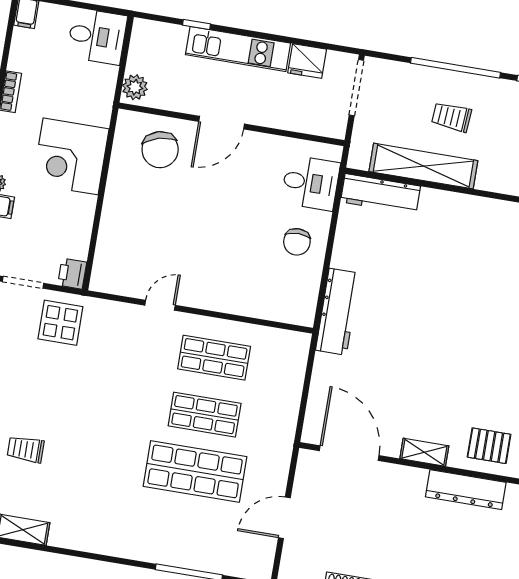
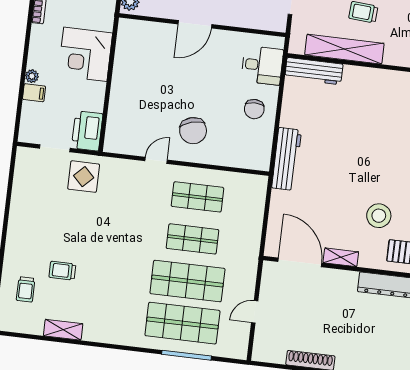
chair: (160, 150) -> (193, 131), moved
printer: (72, 274) -> (87, 131), width x1.87, depth x1.48
stool: (459, 395) -> (379, 216), added
shelving: (424, 452) -> (341, 257), moved
door: (284, 518) -> (255, 312), width x0.73
shop shelf: (185, 528) -> (182, 323), added

